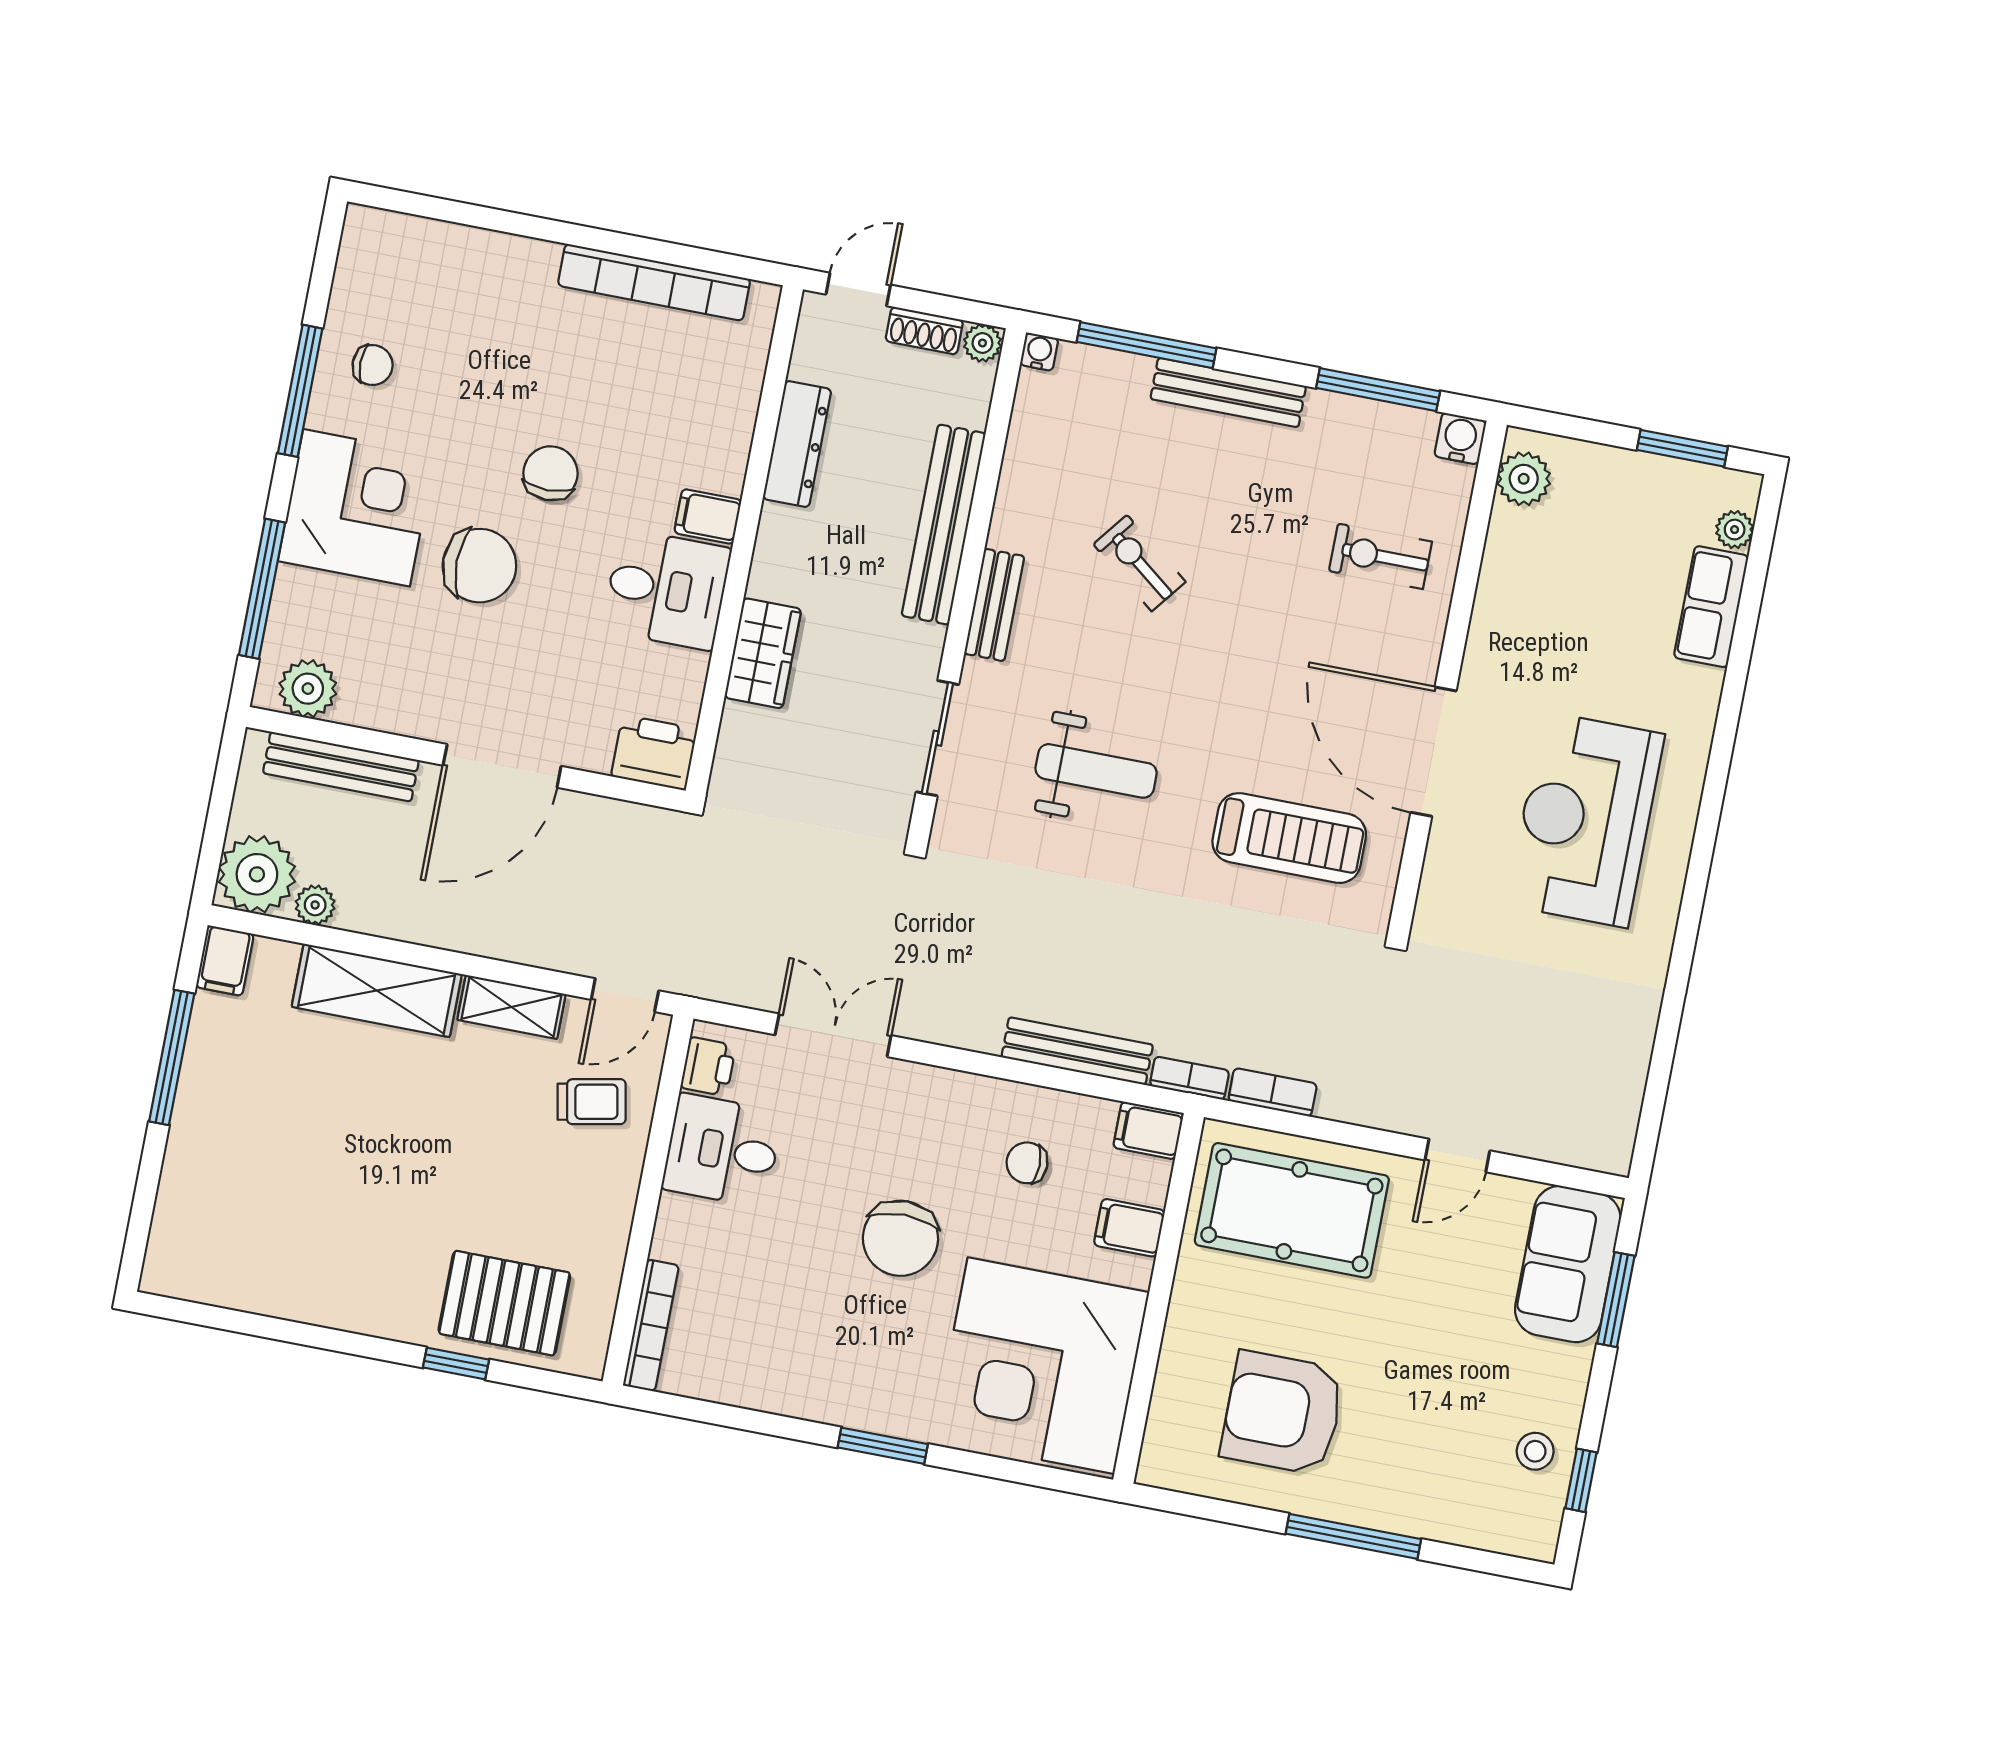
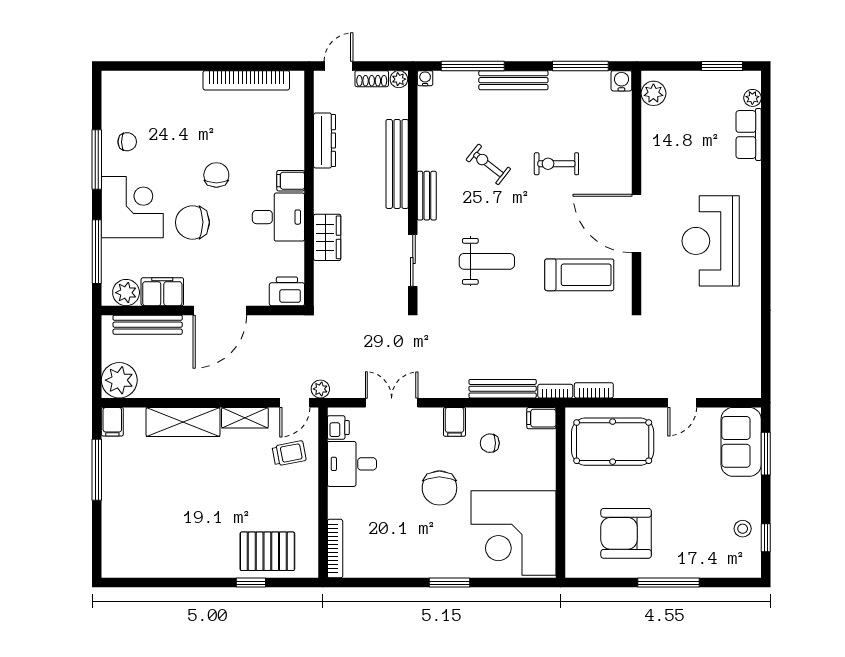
exercise bike: (1380, 556) -> (556, 164), moved
chair: (479, 566) -> (192, 222), turned 180
filing cabinet: (386, 702) -> (162, 292), added
plant: (315, 905) -> (320, 389), moved
filing cabinet: (1129, 1228) -> (455, 422), moved, turned -90

